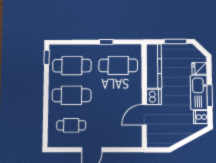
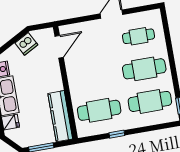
dishwasher: (154, 97) -> (26, 44), moved, turned -118
door: (144, 115) -> (59, 47), moved

